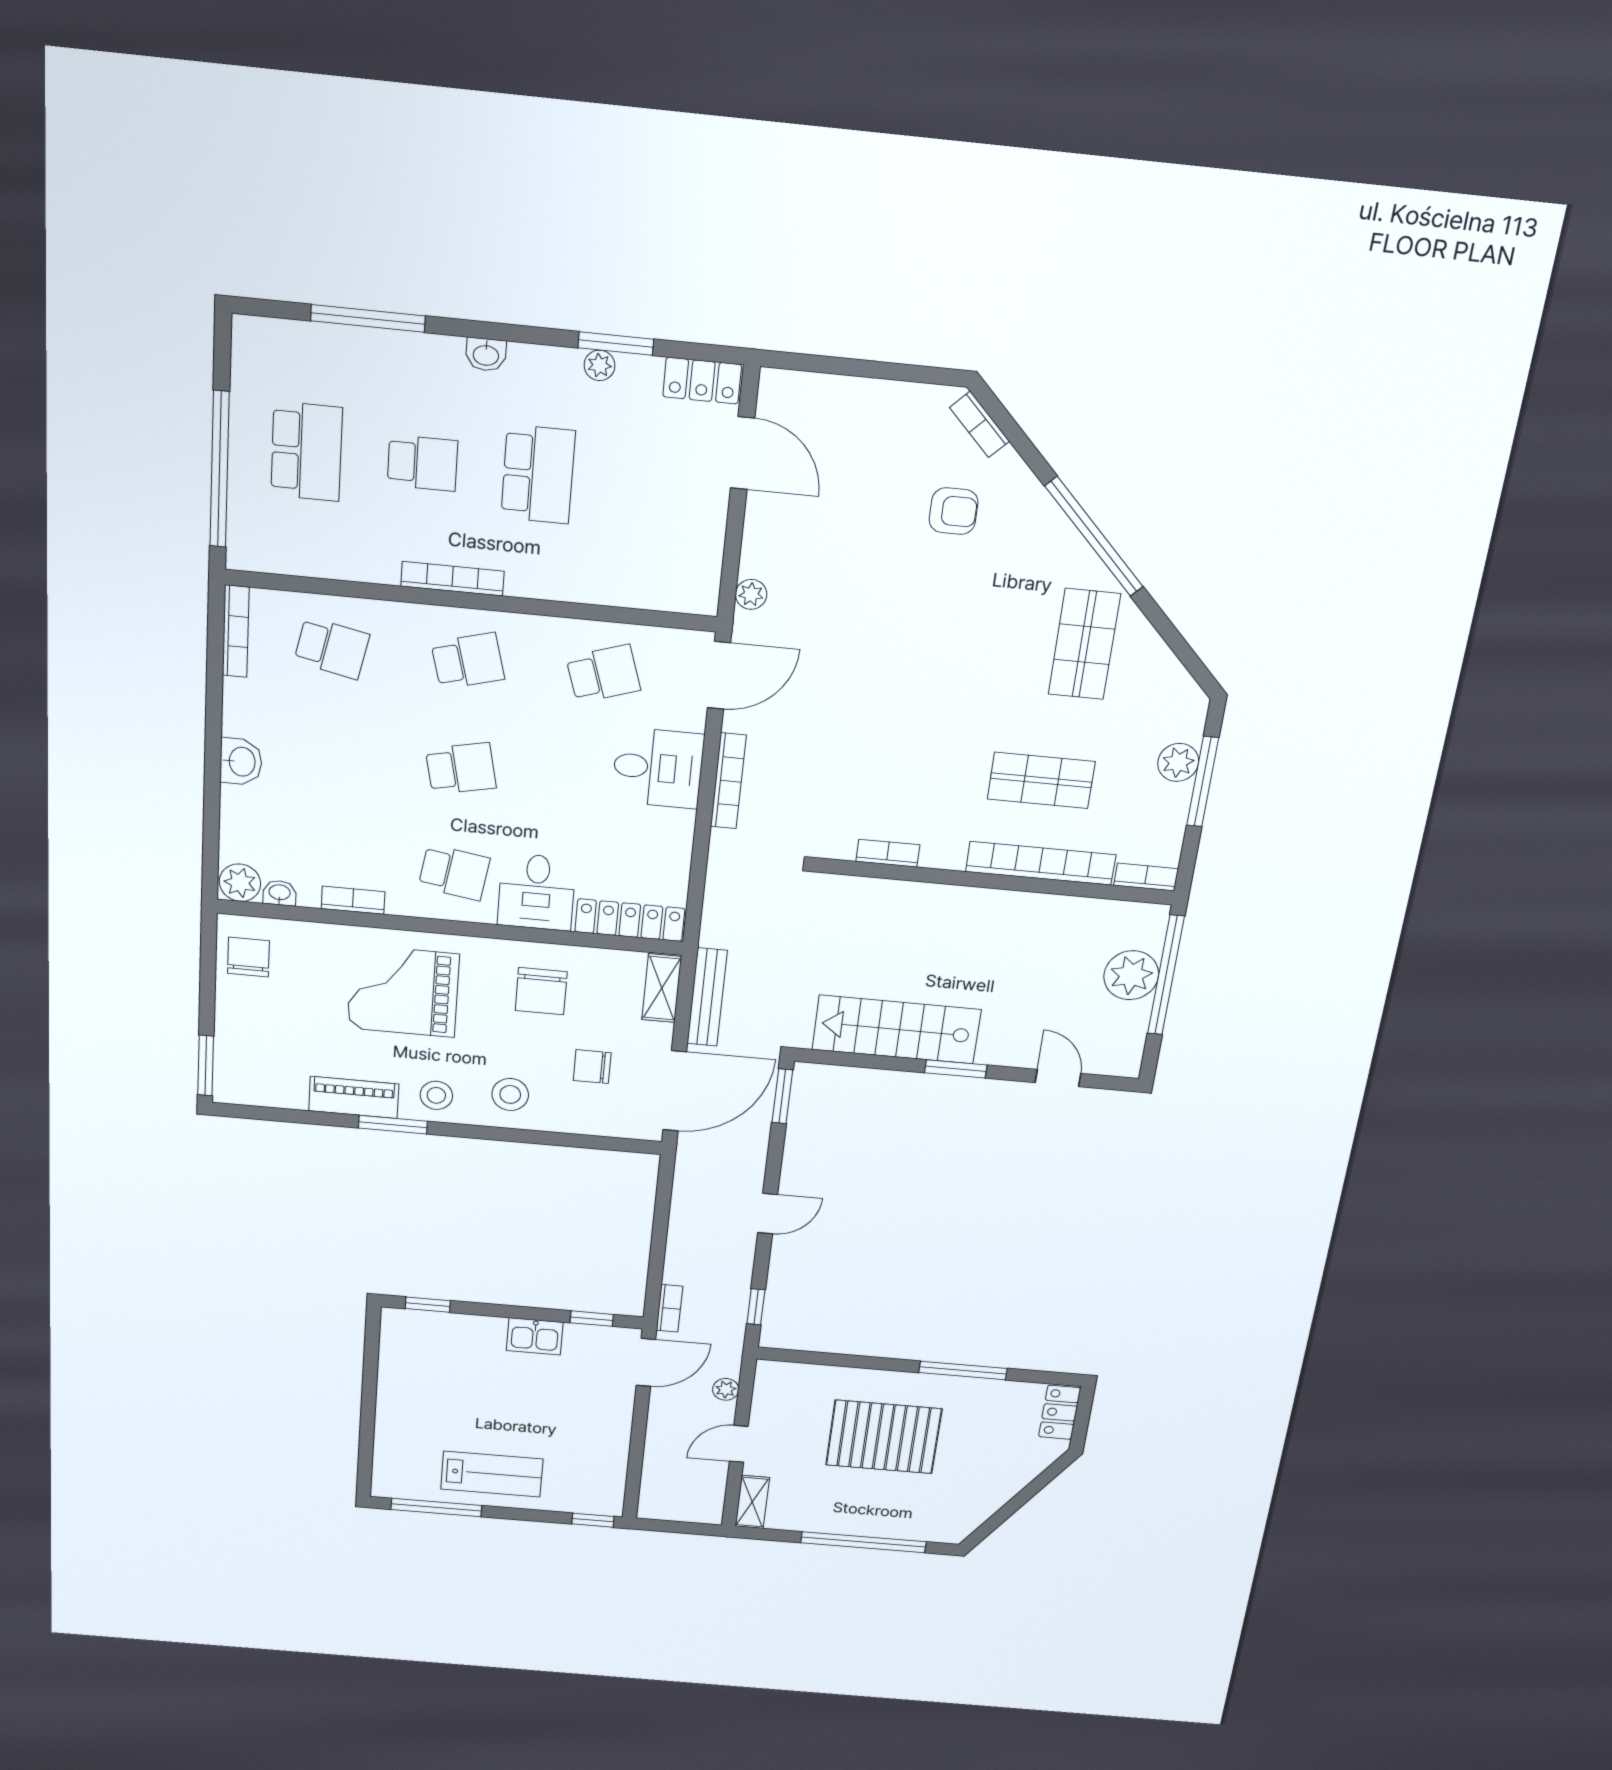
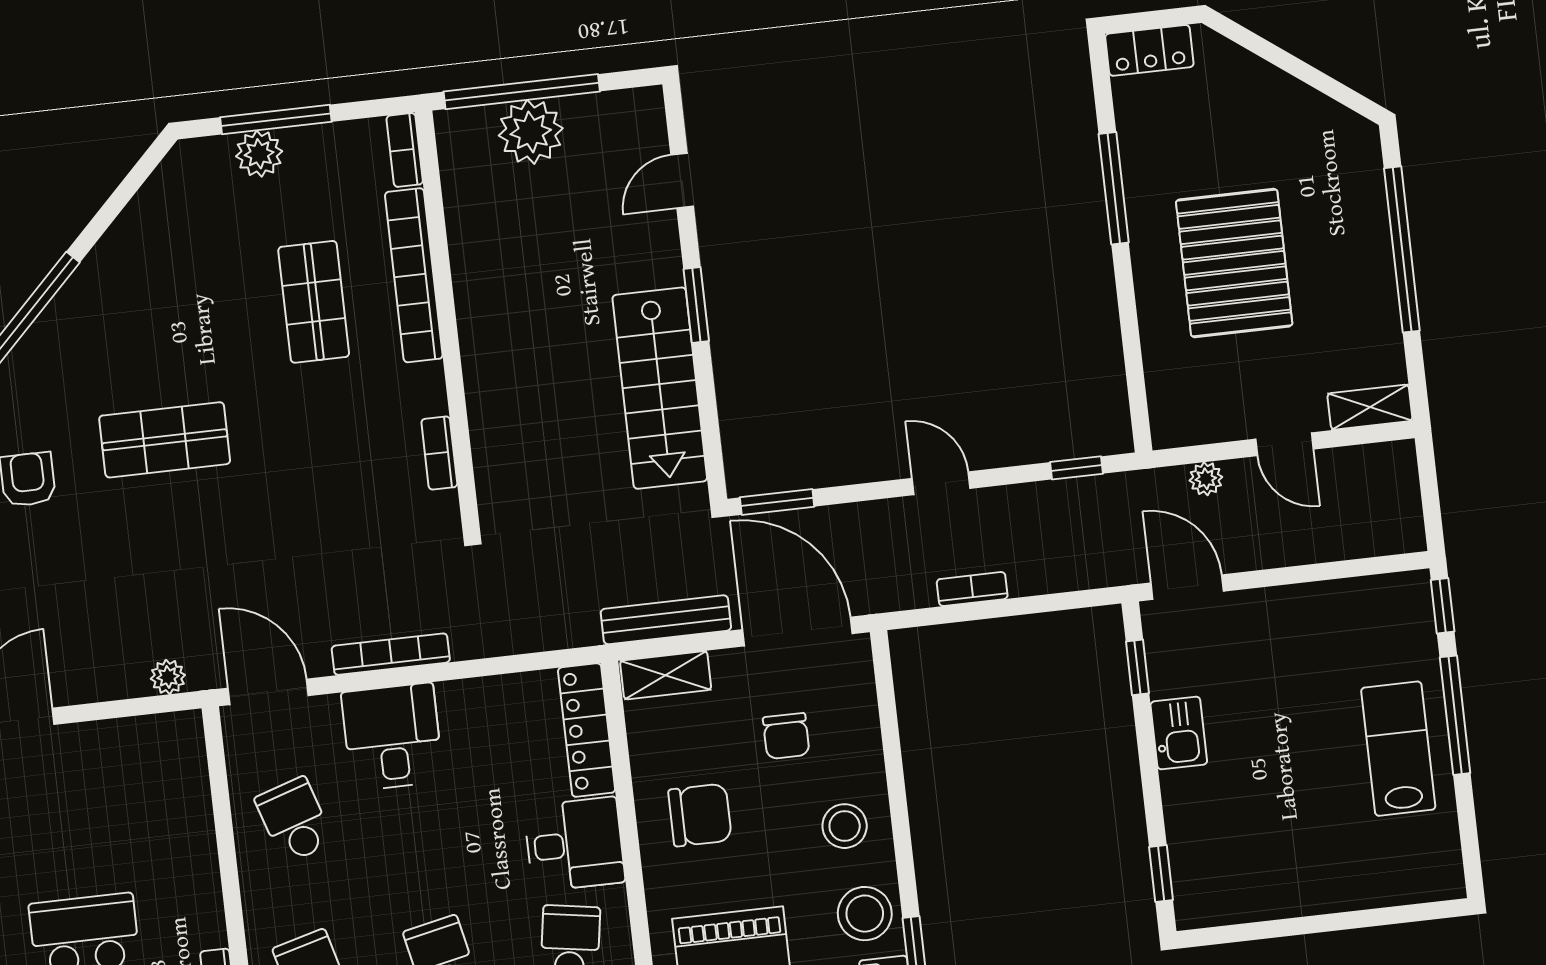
shop shelf: (1084, 644) -> (165, 440), moved
stool: (436, 1095) -> (865, 914), width x1.38, depth x1.38
bookcase: (669, 1308) -> (972, 589), moved
window: (436, 1508) -> (1455, 715), moved

